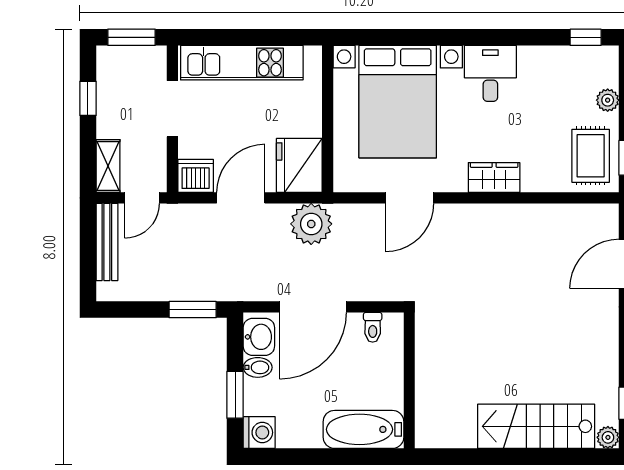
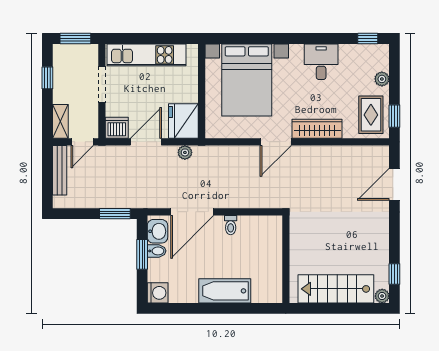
desk: (490, 73) -> (321, 62), moved
wardrobe: (494, 178) -> (317, 129), width x1.50
door: (410, 198) -> (276, 142), moved
plant: (311, 224) -> (185, 152), width x0.53, depth x0.53
wall: (409, 380) -> (286, 259), moved
window: (235, 395) -> (142, 254), moved

